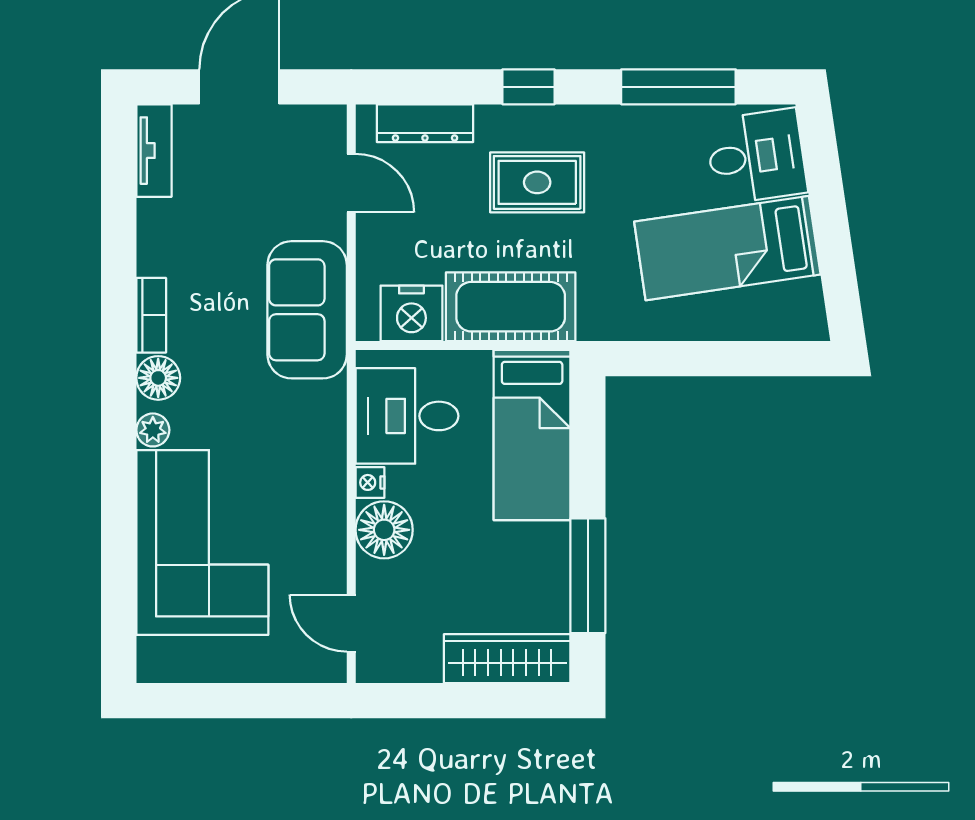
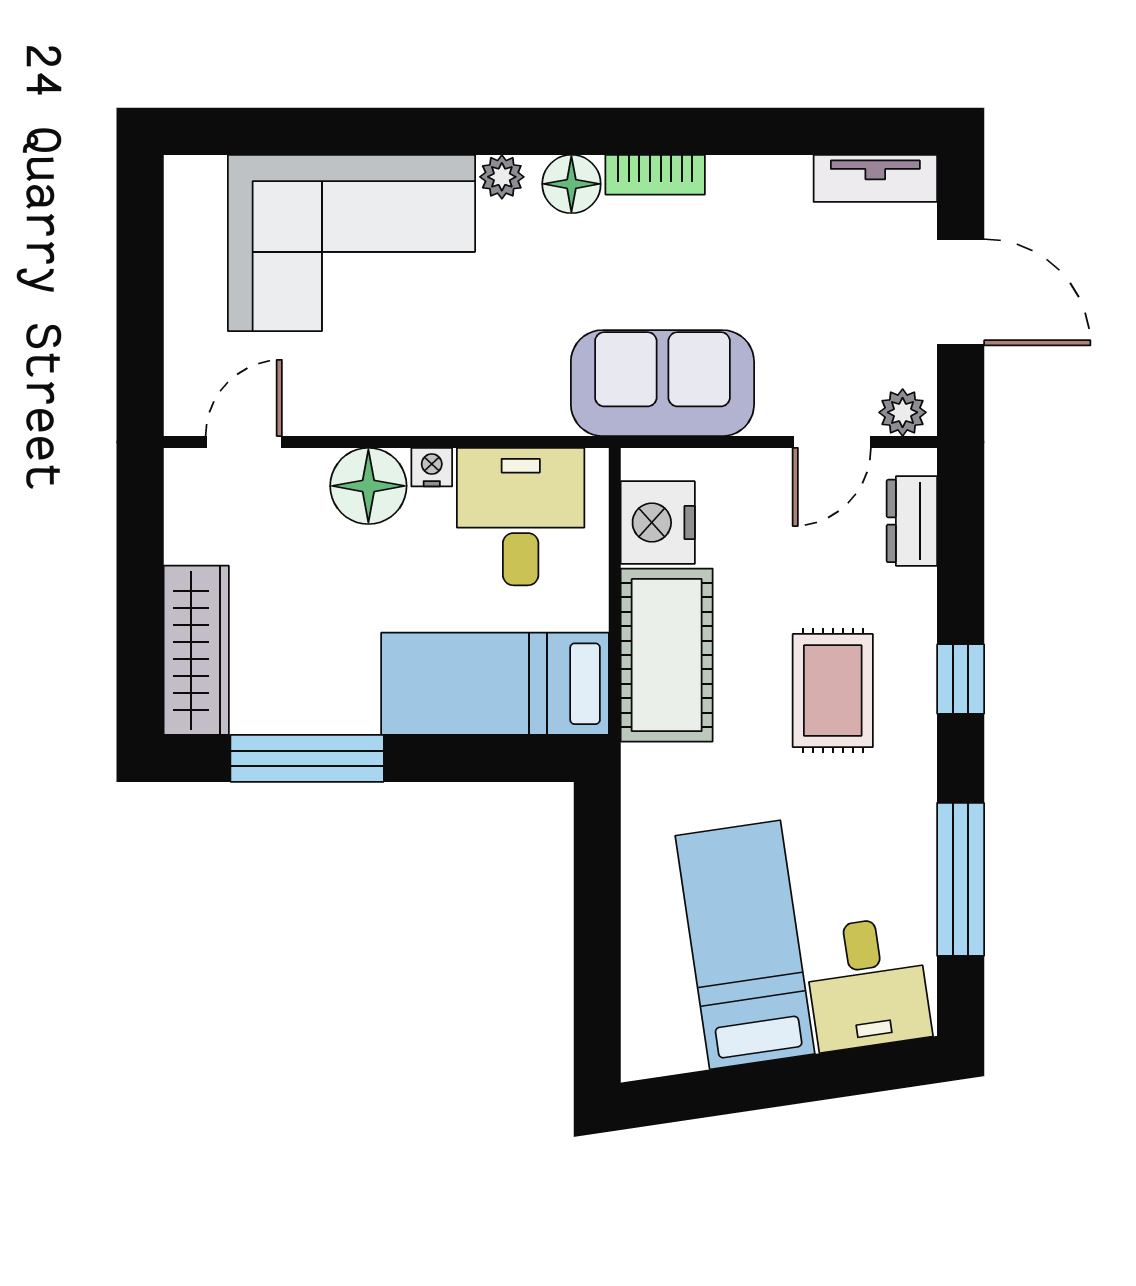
dresser: (425, 123) -> (912, 521), width x0.70
plant: (329, 130) -> (903, 412), added

